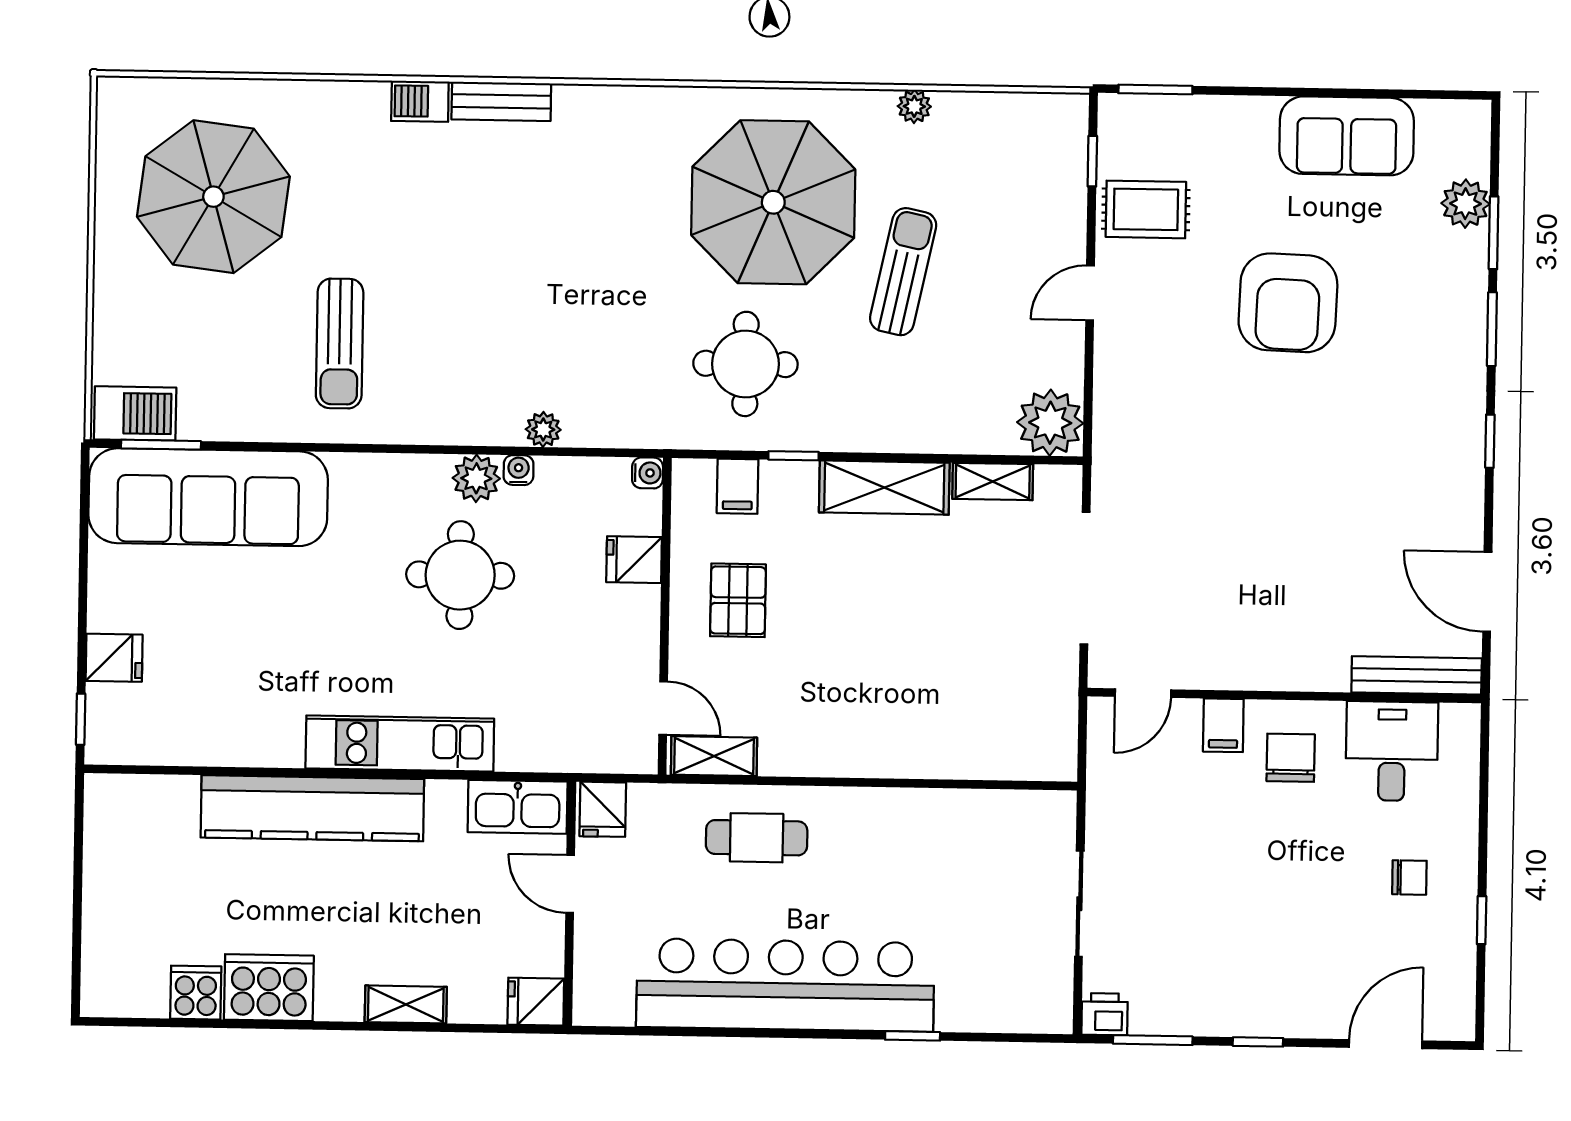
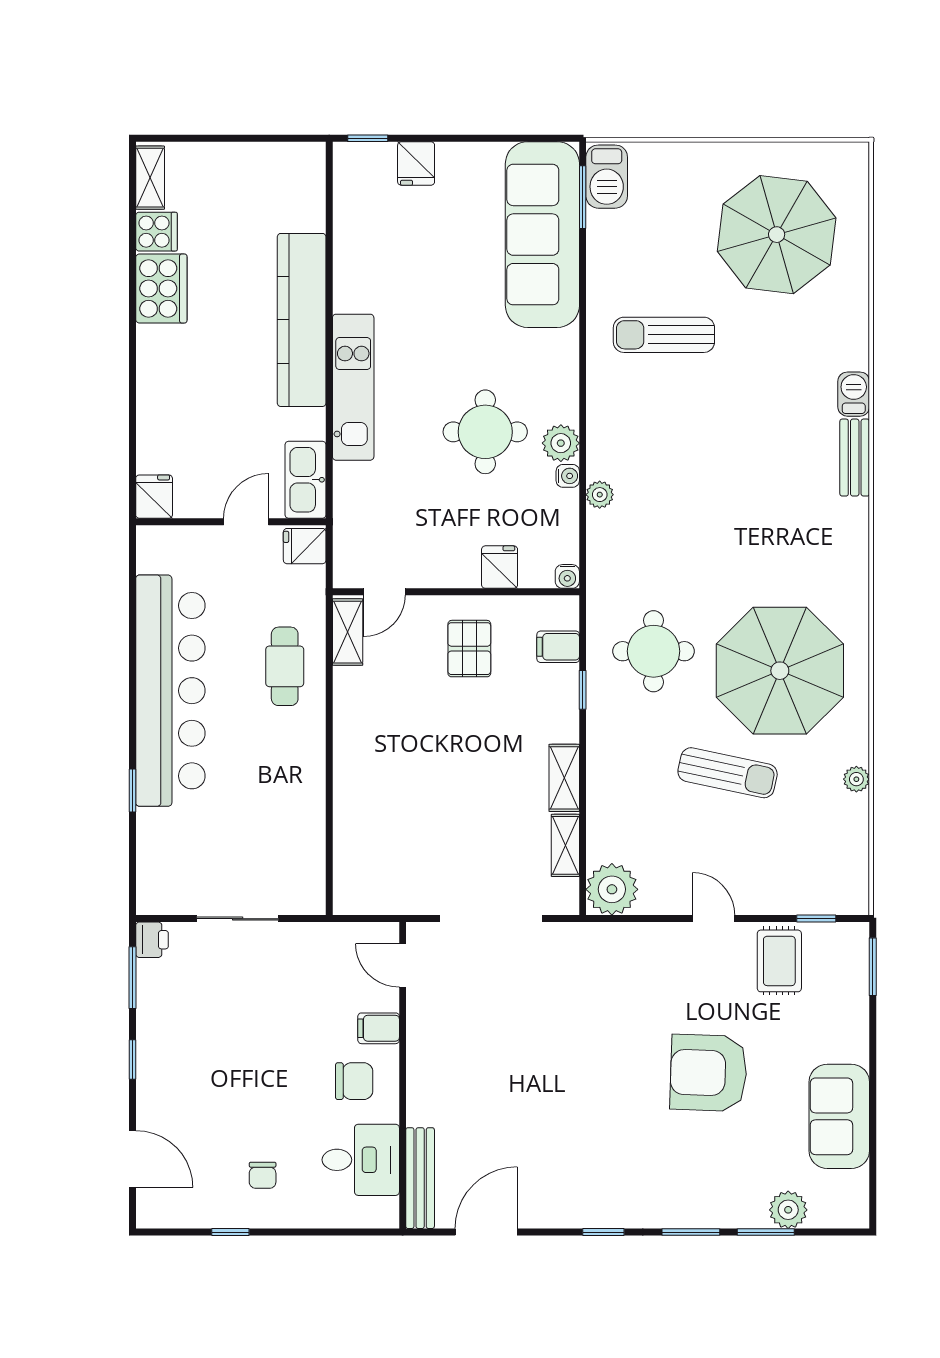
shelving: (884, 488) -> (564, 778), width x0.67, depth x0.75
pallet: (738, 600) -> (469, 649), turned 90
shelving: (406, 1004) -> (150, 178), moved

